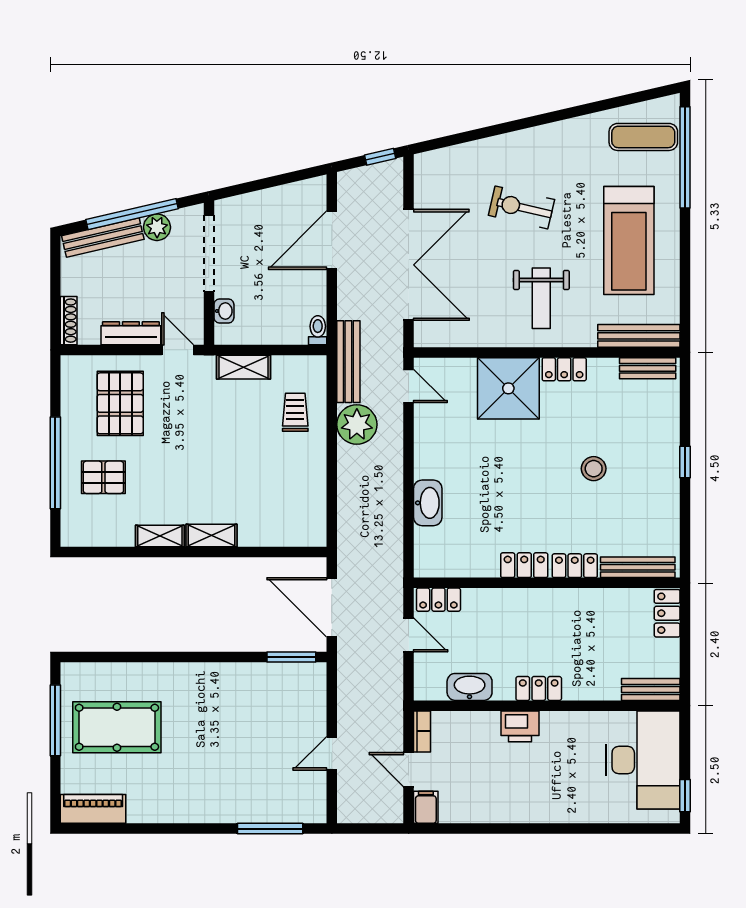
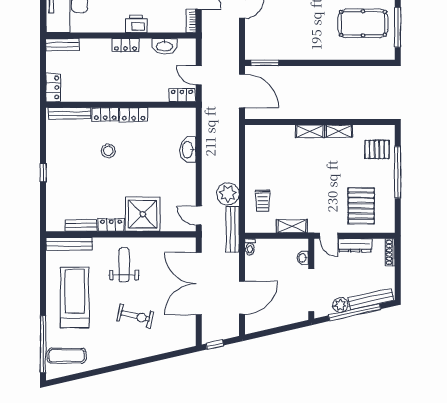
bench: (648, 368) -> (81, 225), moved
stool: (594, 469) -> (108, 151), moved
pallet: (103, 477) -> (377, 149), moved

